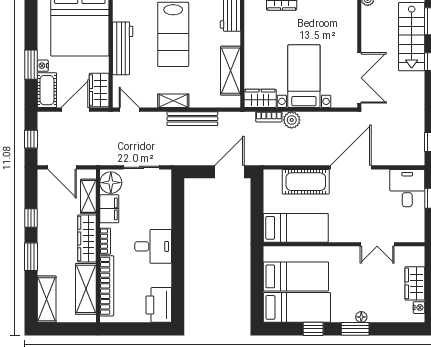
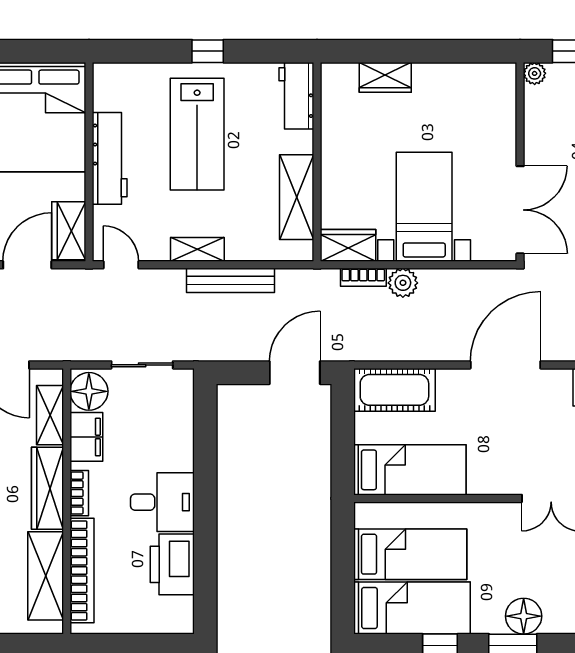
cot: (306, 182) -> (394, 390), moved
printer: (159, 305) -> (172, 564), moved
floor lamp: (361, 317) -> (524, 616), width x1.89, depth x1.89

